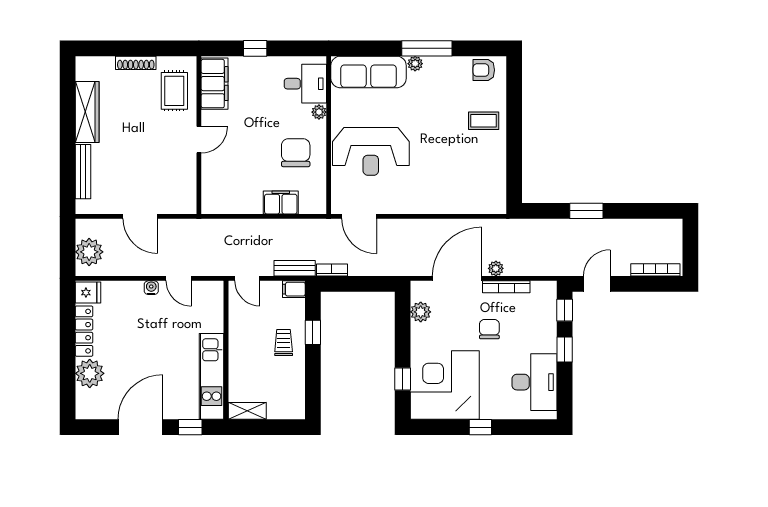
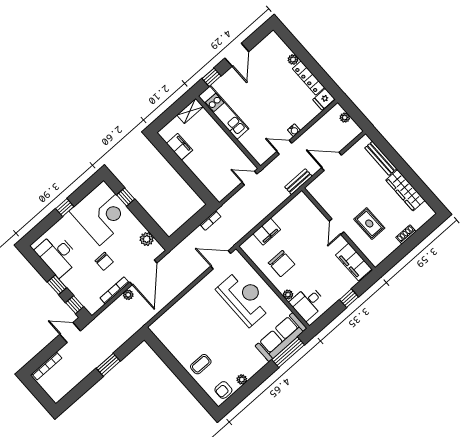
window: (427, 48) -> (288, 352), moved
shoe rack: (136, 63) -> (406, 234), width x0.70
plant: (415, 64) -> (242, 379), moved
armchair: (484, 70) -> (223, 390), turned 180
rug: (174, 91) -> (369, 224), moved
reception desk: (371, 151) -> (244, 298), turned 90
plant: (89, 252) -> (345, 118), width x0.53, depth x0.53
bench: (295, 268) -> (298, 182), moved
door: (597, 284) -> (70, 333), swing flipped
filing cabinet: (294, 289) -> (180, 147), moved, width x2.00
window: (313, 332) -> (192, 180), removed
trolley: (284, 342) -> (202, 162), removed
plant: (90, 373) -> (293, 60), width x0.53, depth x0.53
door: (140, 427) -> (237, 55), width x0.73

